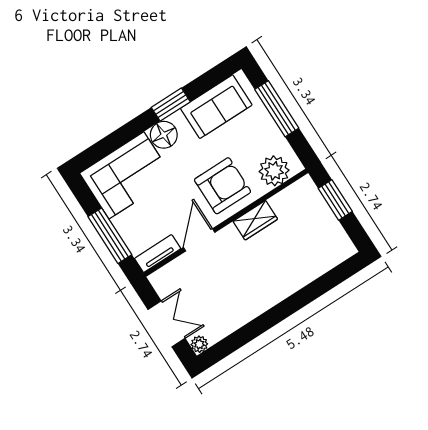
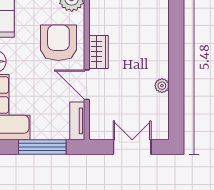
wardrobe: (255, 220) -> (98, 52), moved
plant: (199, 344) -> (162, 86), moved

